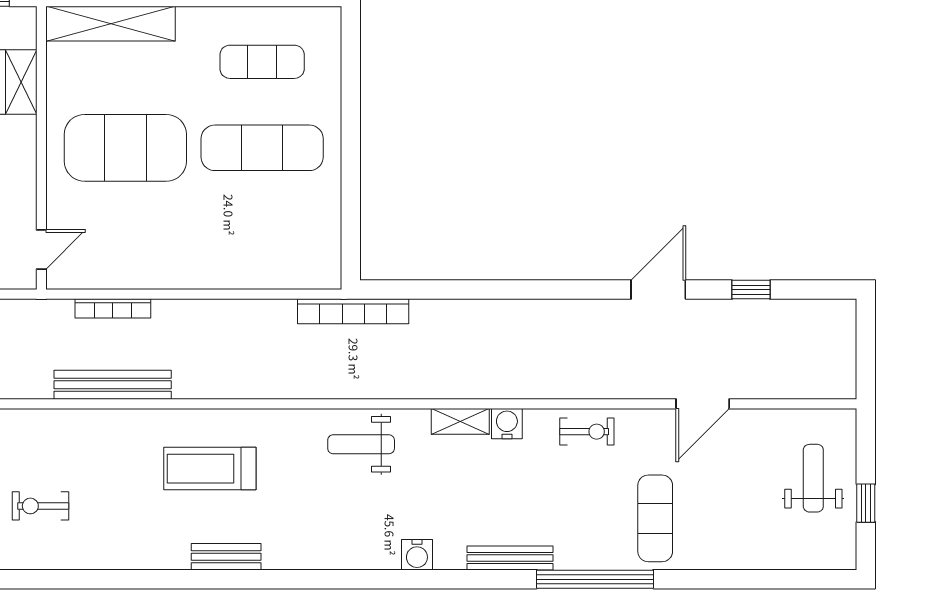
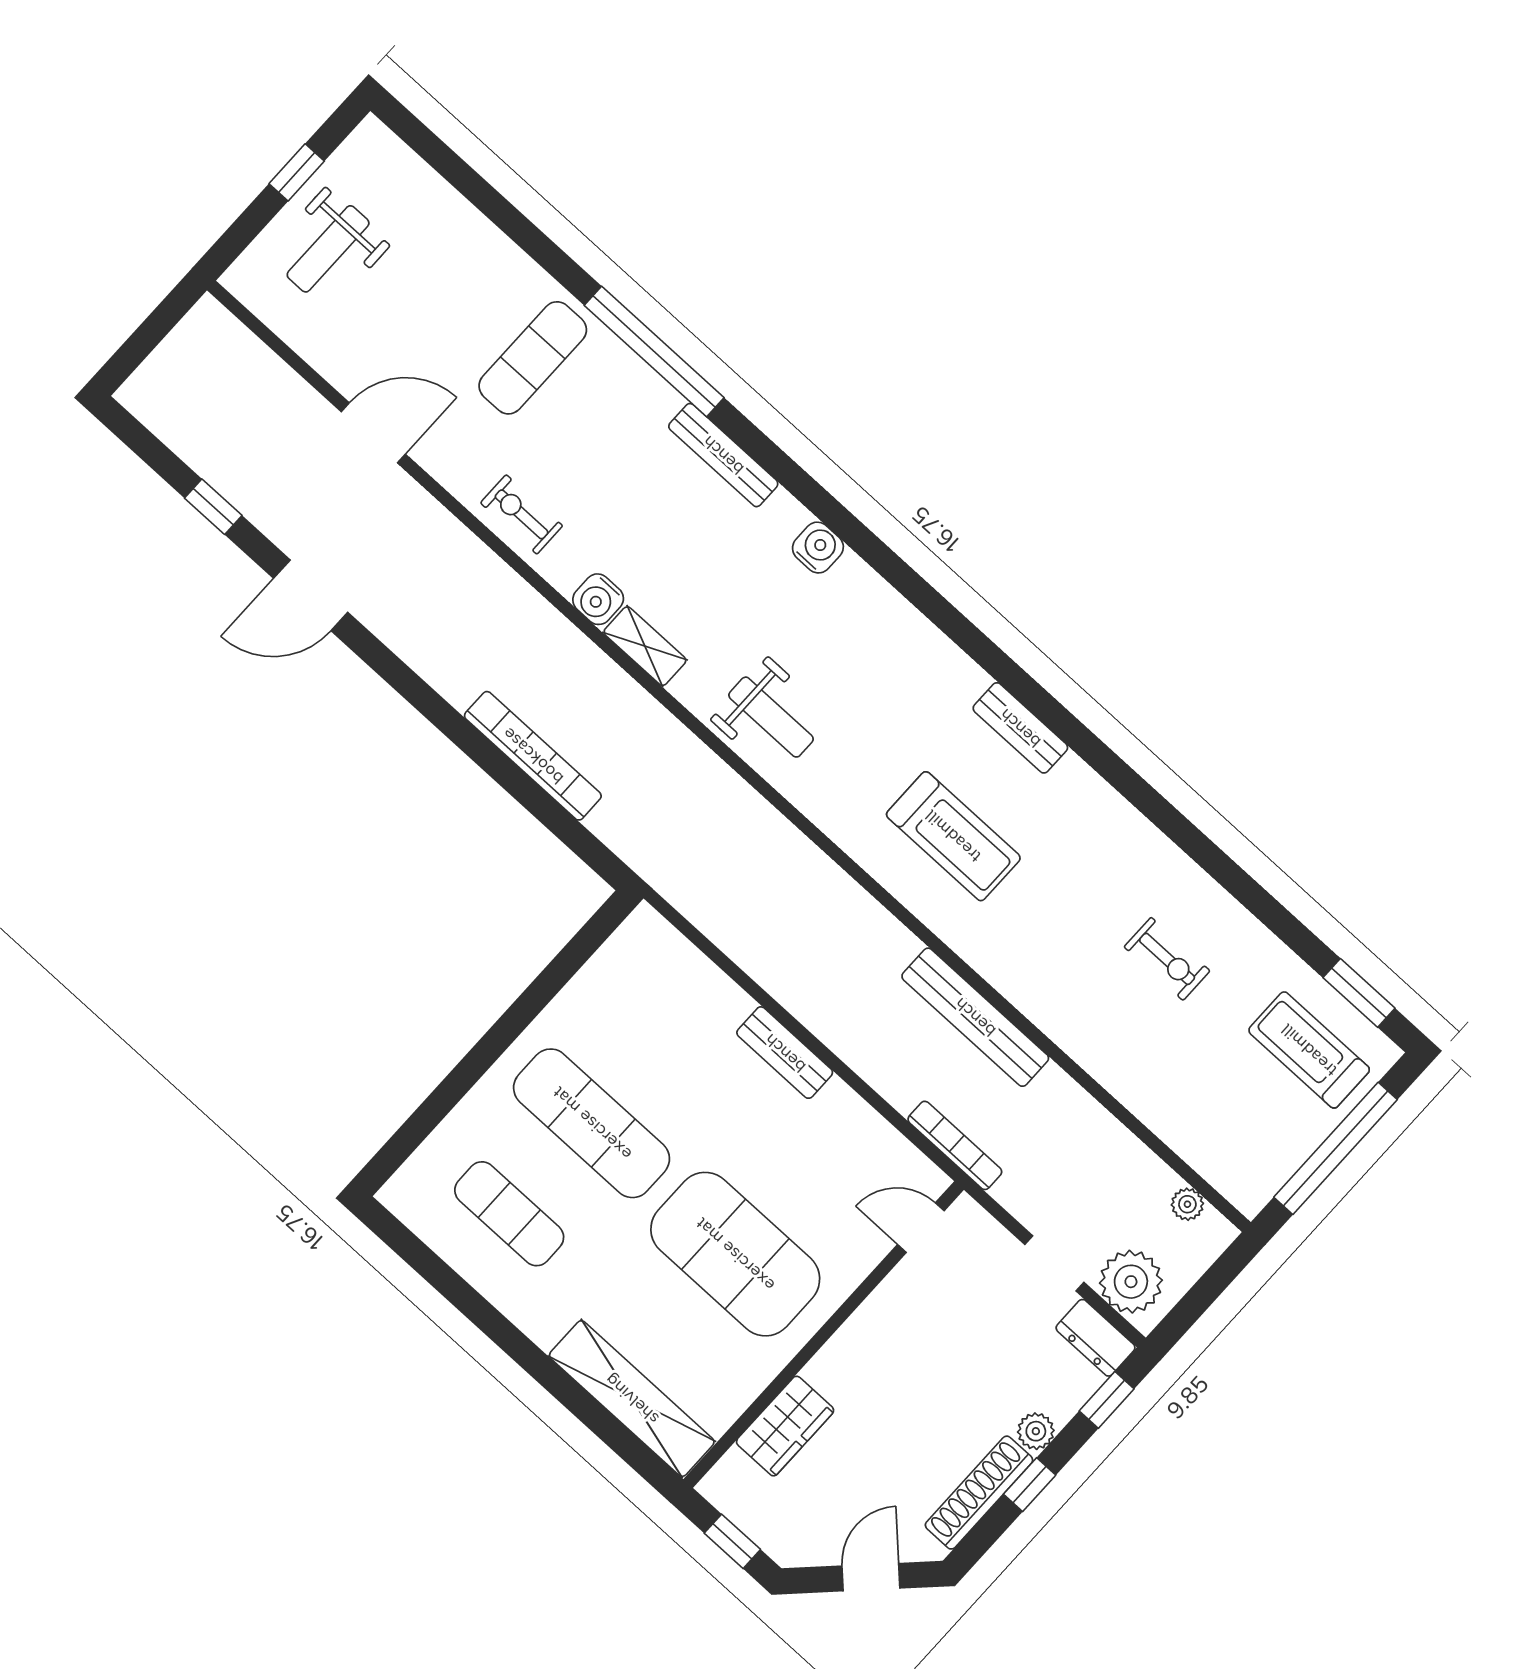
bench: (195, 276) -> (785, 1053), added
bookcase: (113, 308) -> (955, 1145), moved
bookcase: (353, 311) -> (533, 756), moved

